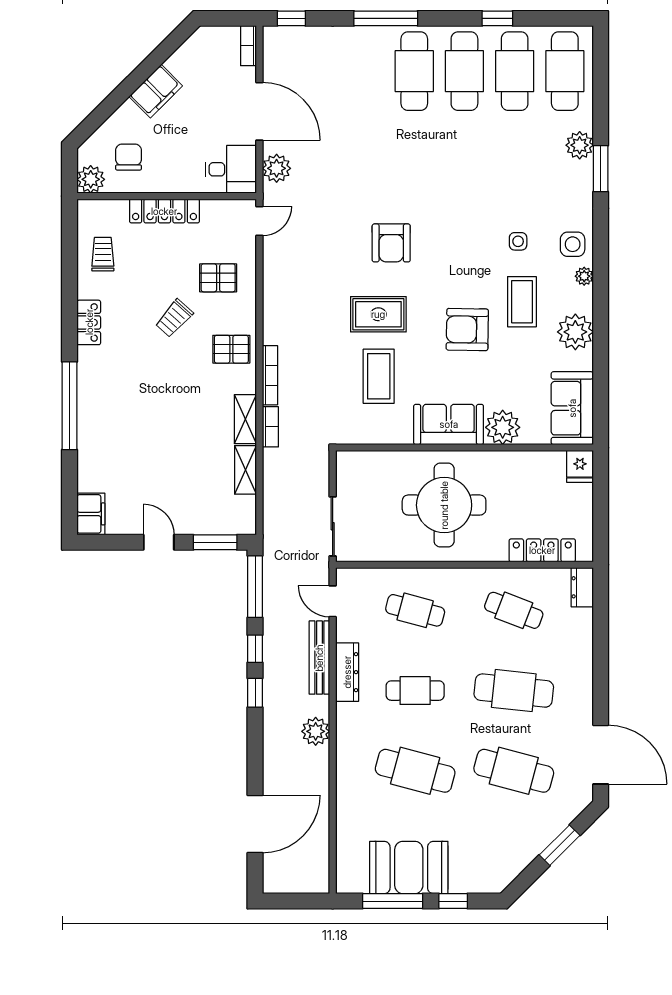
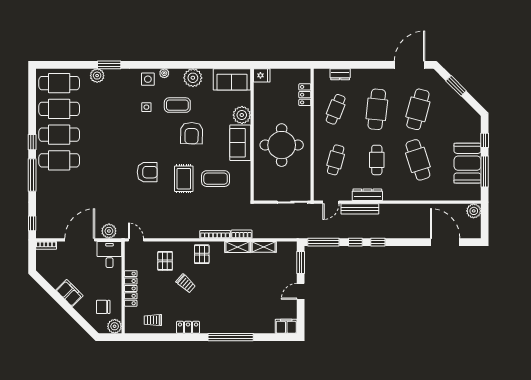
window: (497, 18) -> (32, 142), moved
locker: (542, 550) -> (305, 95), width x0.66
dresser: (582, 587) -> (340, 74), moved
plant: (316, 731) -> (474, 211), moved
cafe table: (415, 771) -> (418, 160), turned -33

